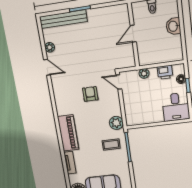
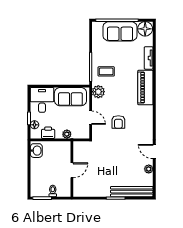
washbasin: (173, 26) -> (36, 151), moved
door: (119, 82) -> (91, 118), moved
sofa: (145, 114) -> (70, 97), added

